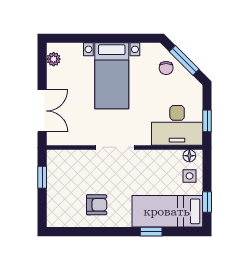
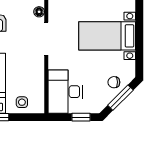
window: (207, 121) -> (81, 117), moved
floor lamp: (189, 156) -> (39, 12), moved

